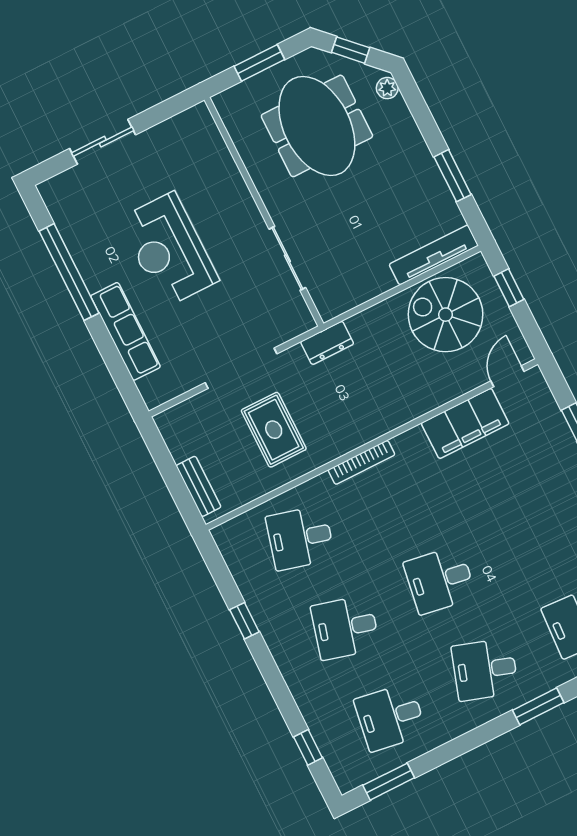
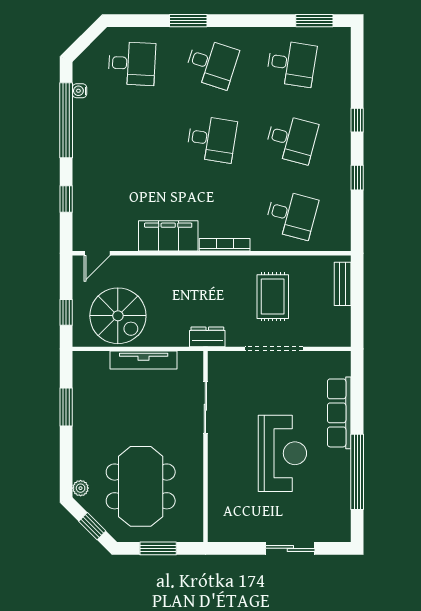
tv unit: (434, 255) -> (144, 360), moved
filing cabinet: (465, 423) -> (168, 236), moved
window: (308, 747) -> (357, 120), moved

